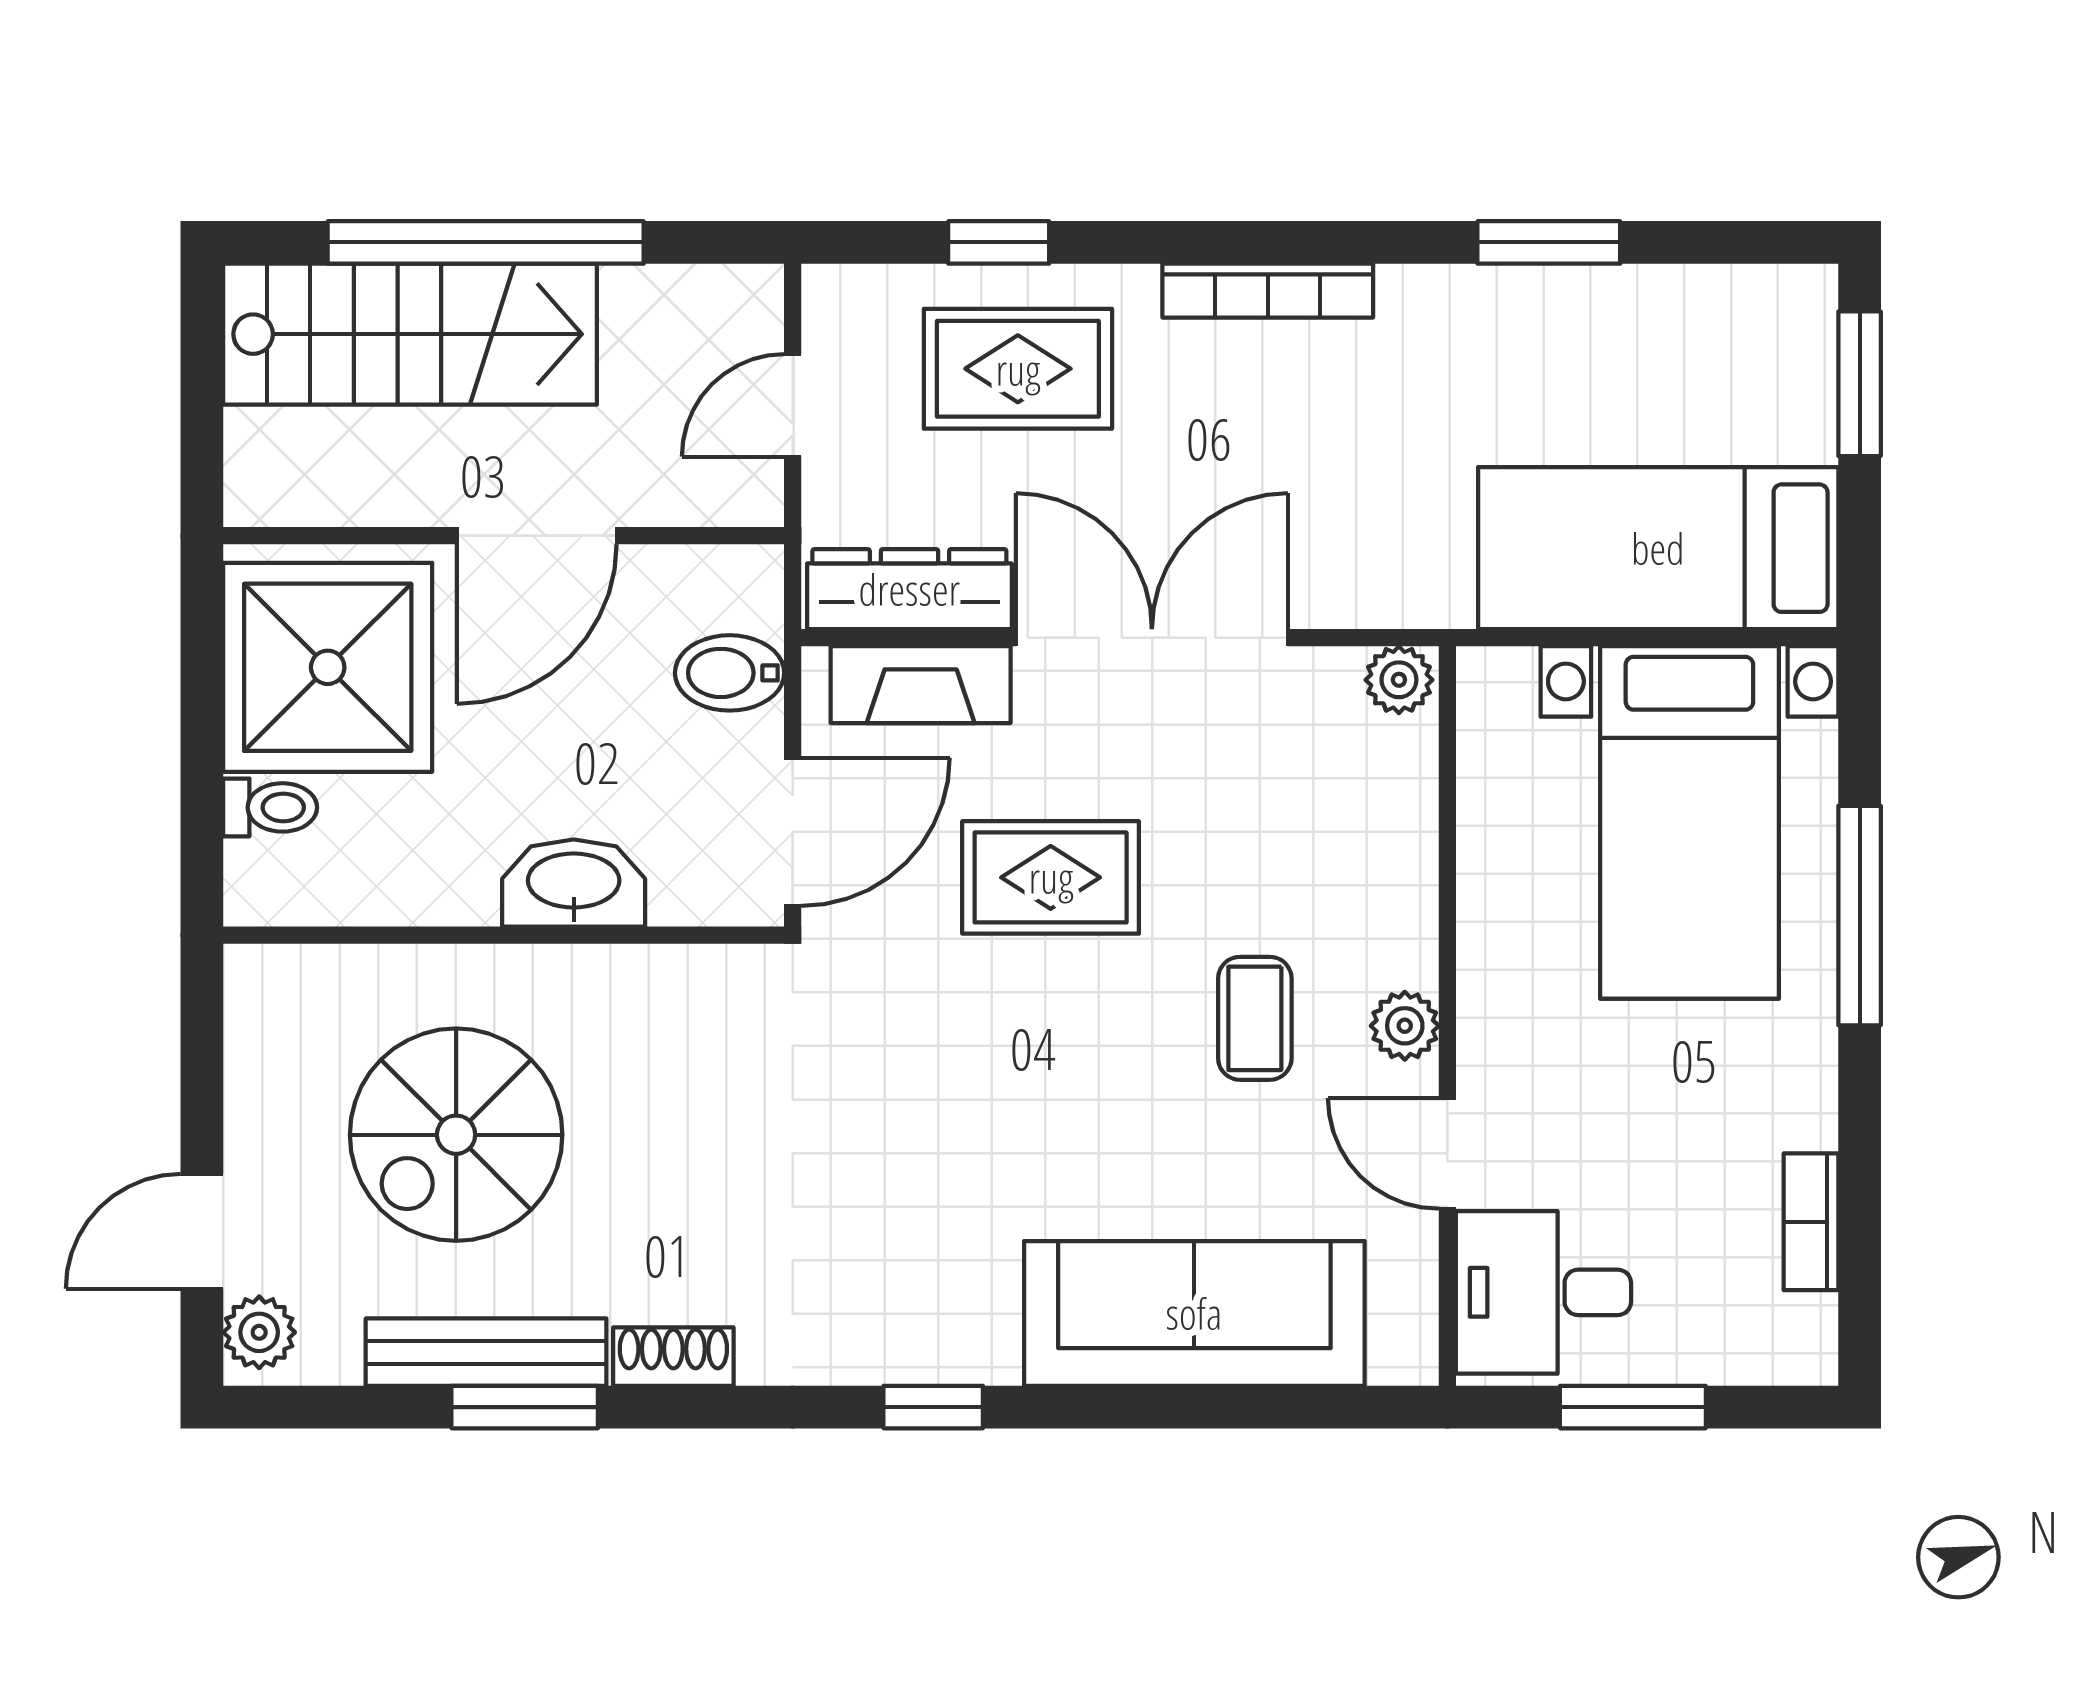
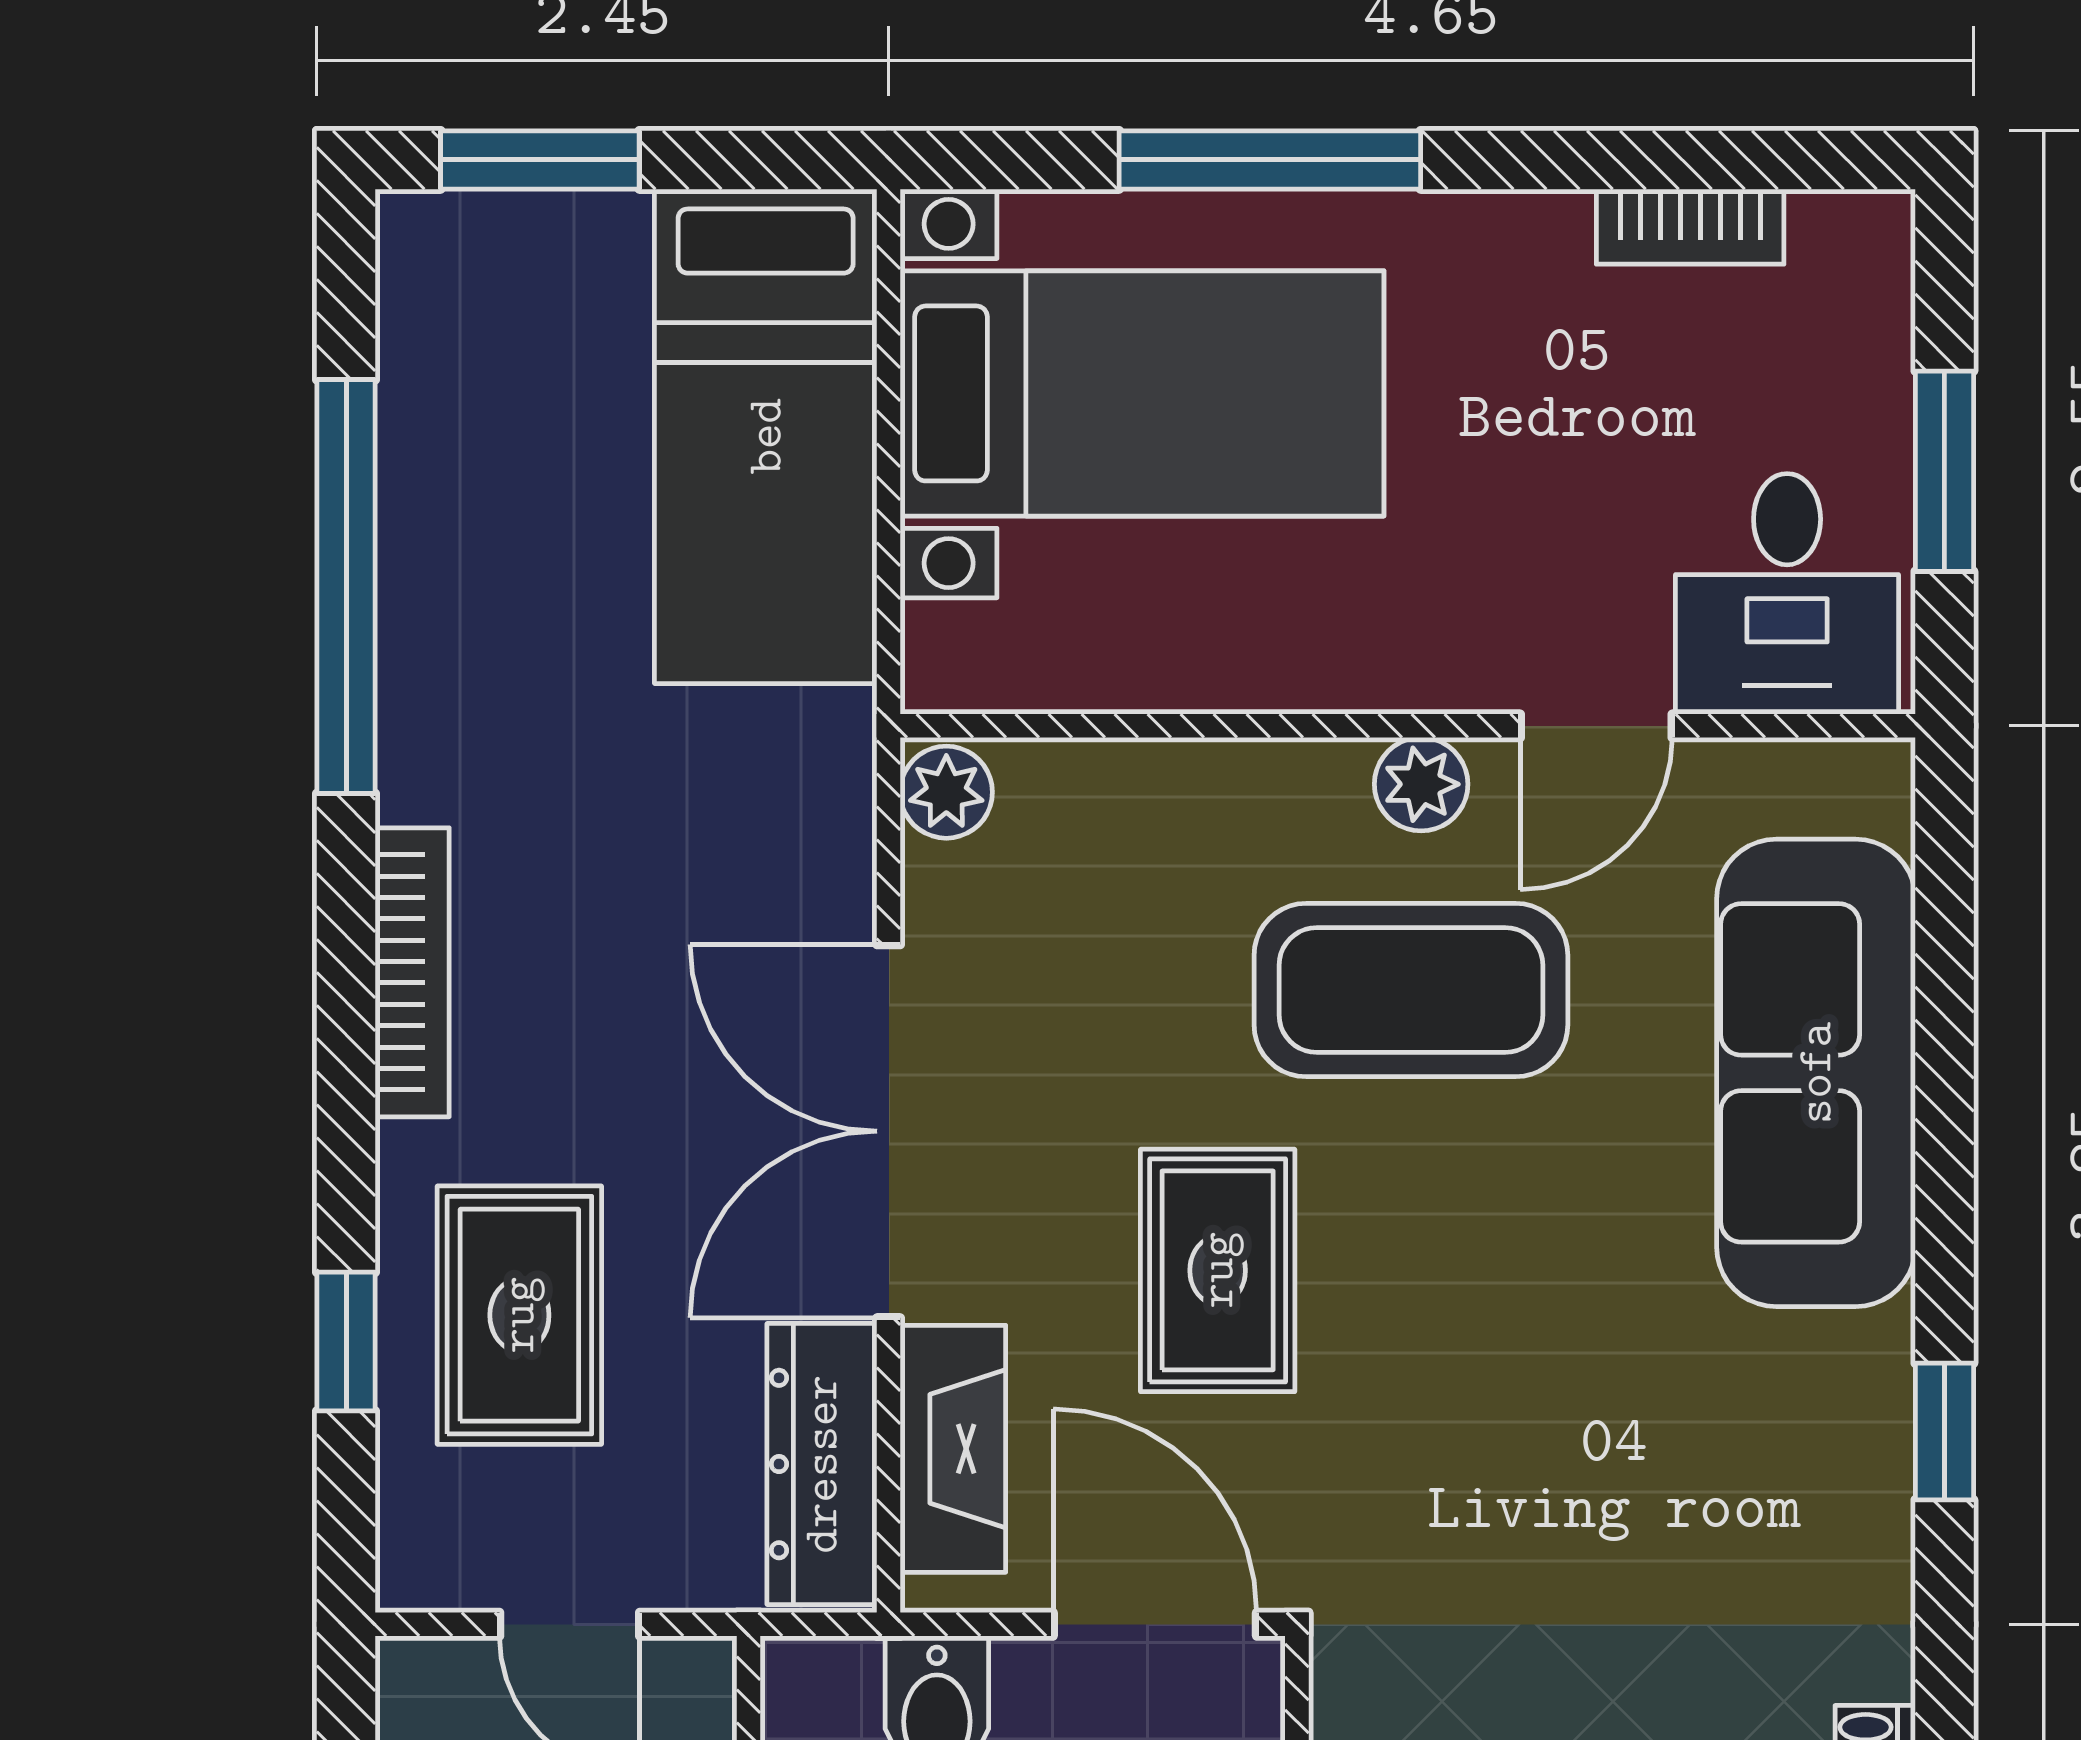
window: (1549, 242) -> (346, 587), width x2.11
coffee table: (1255, 1018) -> (1411, 990), width x1.86, depth x1.72

